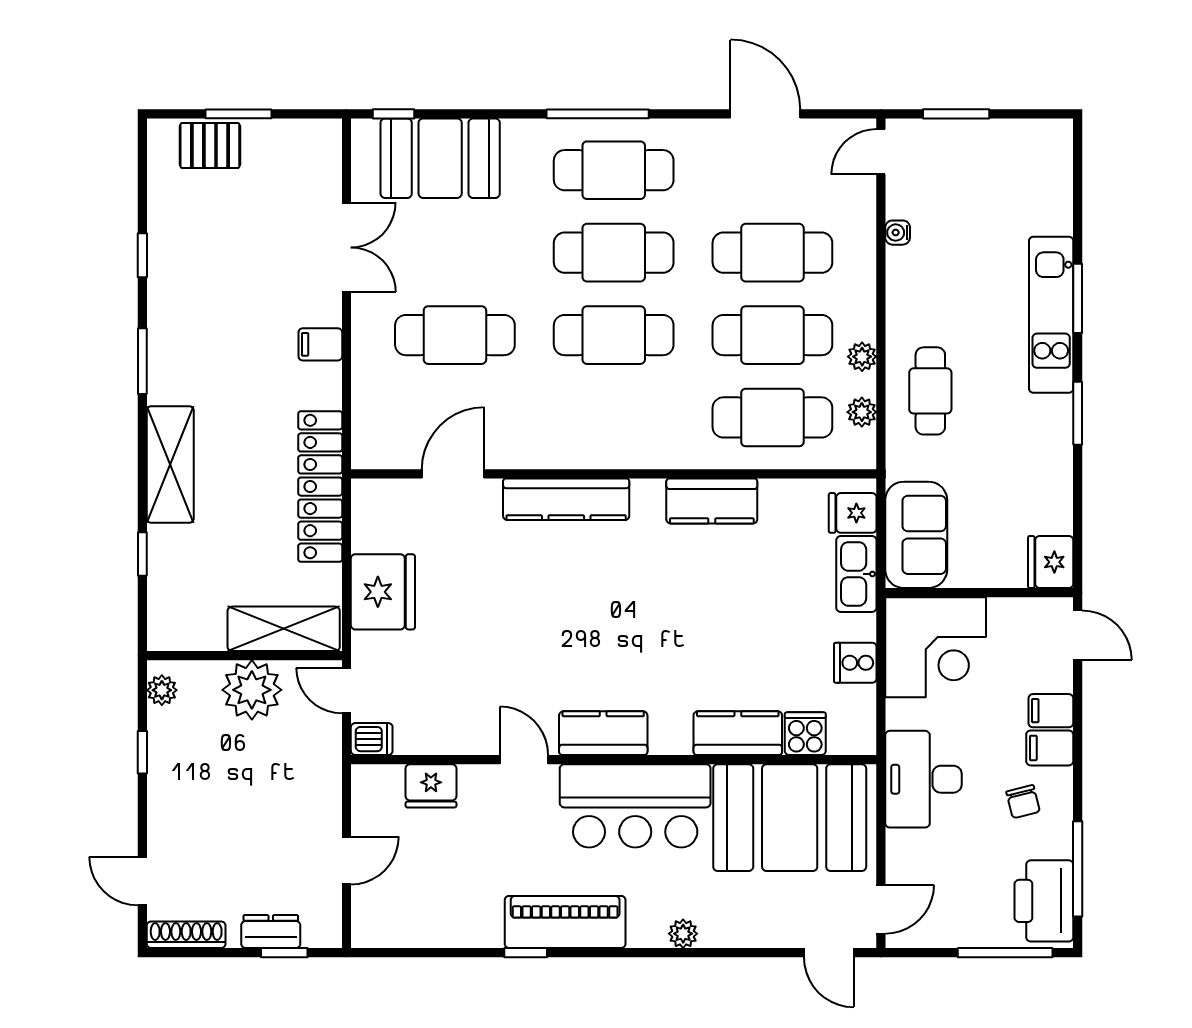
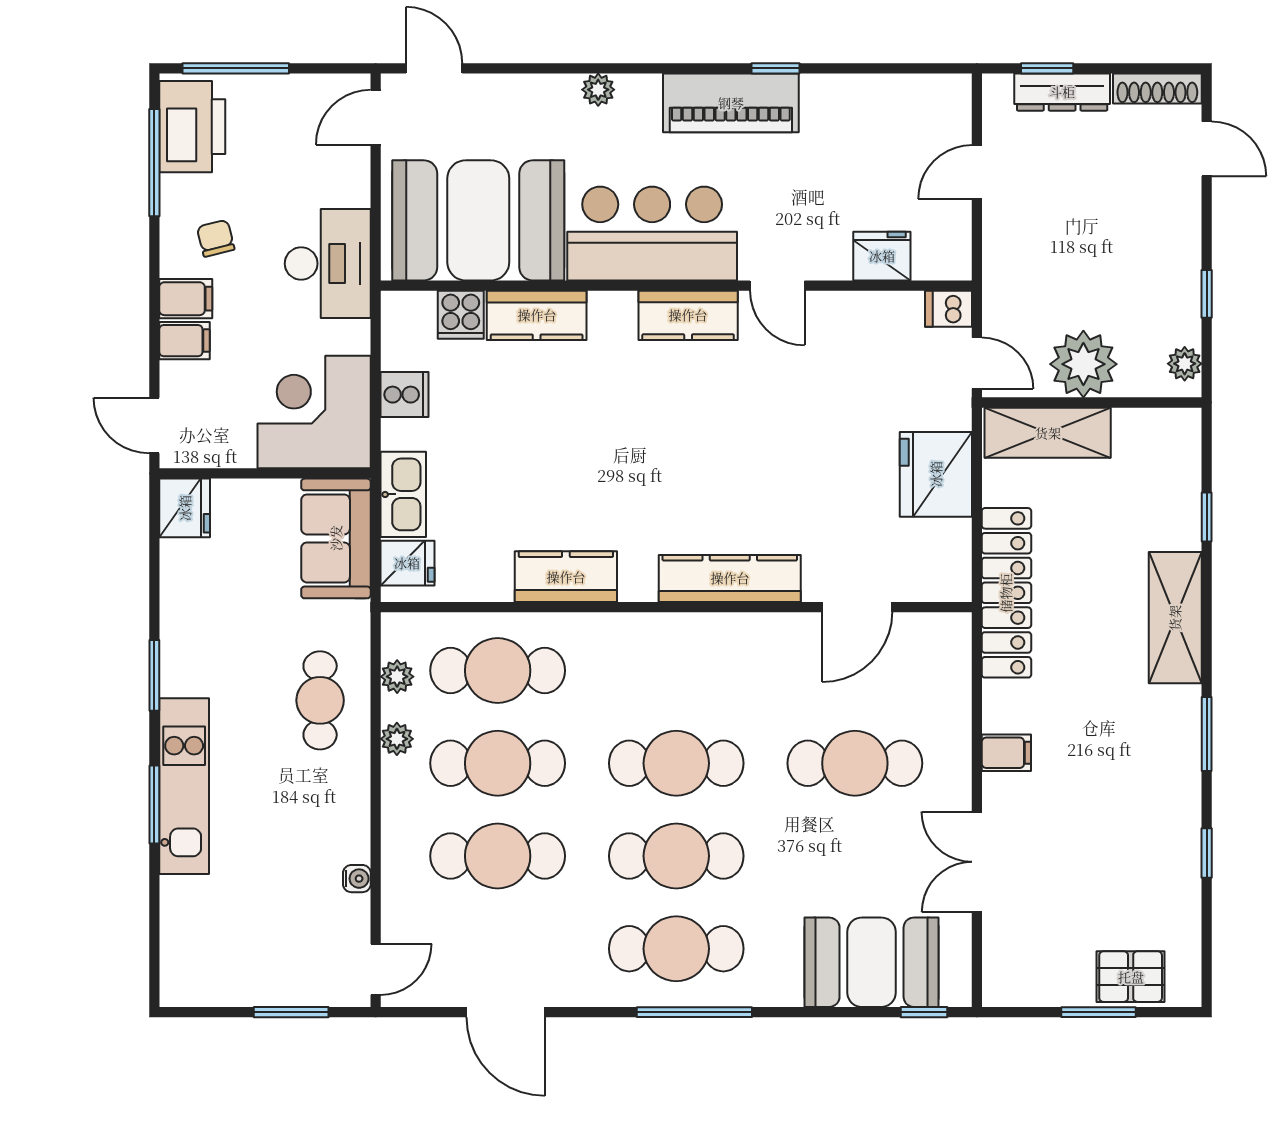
dresser: (271, 932) -> (1062, 92), width x1.44

